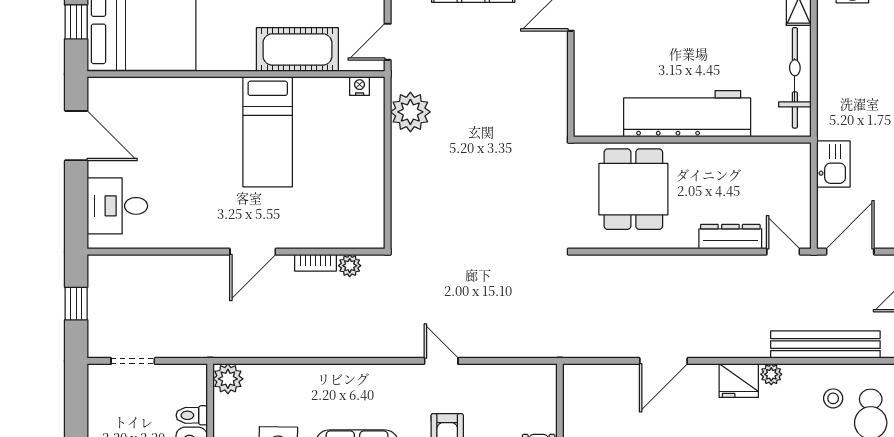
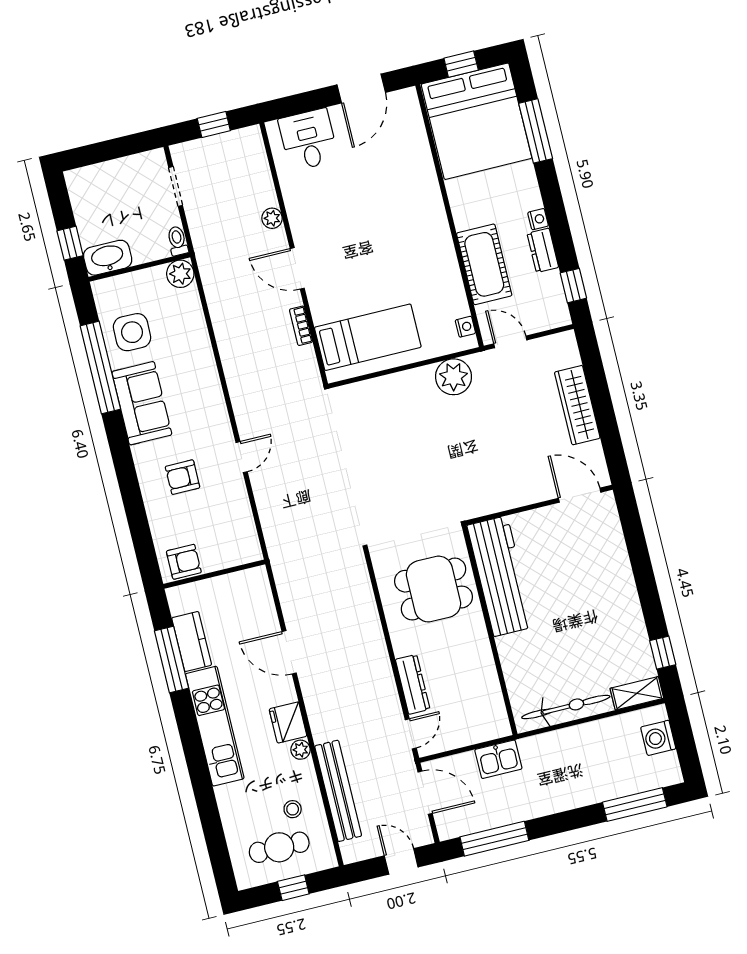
workbench: (687, 114) -> (500, 576), moved
bed: (268, 132) -> (368, 337), moved, turned 180
plant: (350, 266) -> (272, 218), moved
toilet: (192, 415) -> (177, 241), moved

